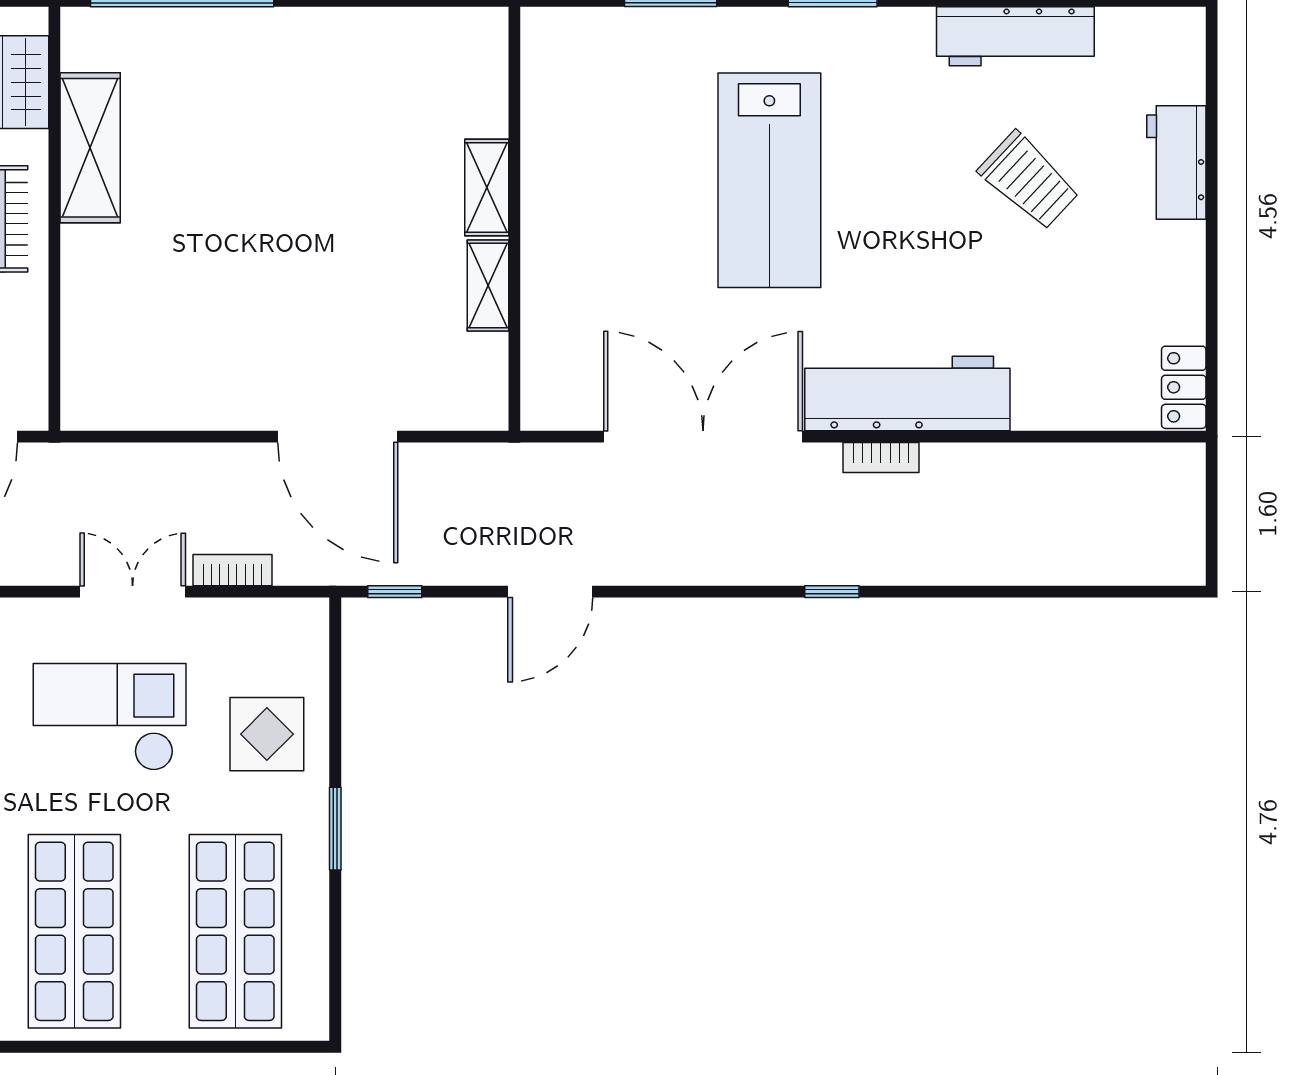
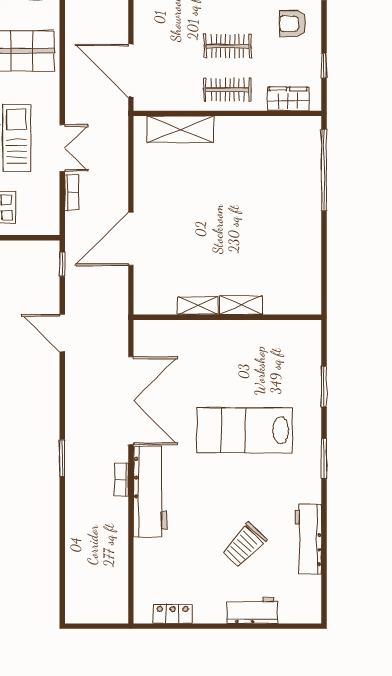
shelving: (90, 148) -> (180, 129), moved
locker: (1184, 387) -> (173, 614), moved
window: (832, 592) -> (62, 458), width x1.50

